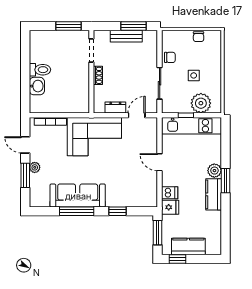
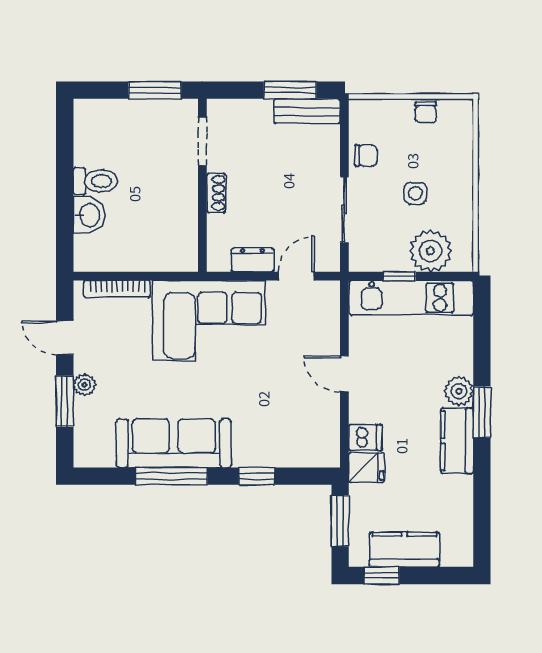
bench: (126, 36) -> (307, 111), moved

